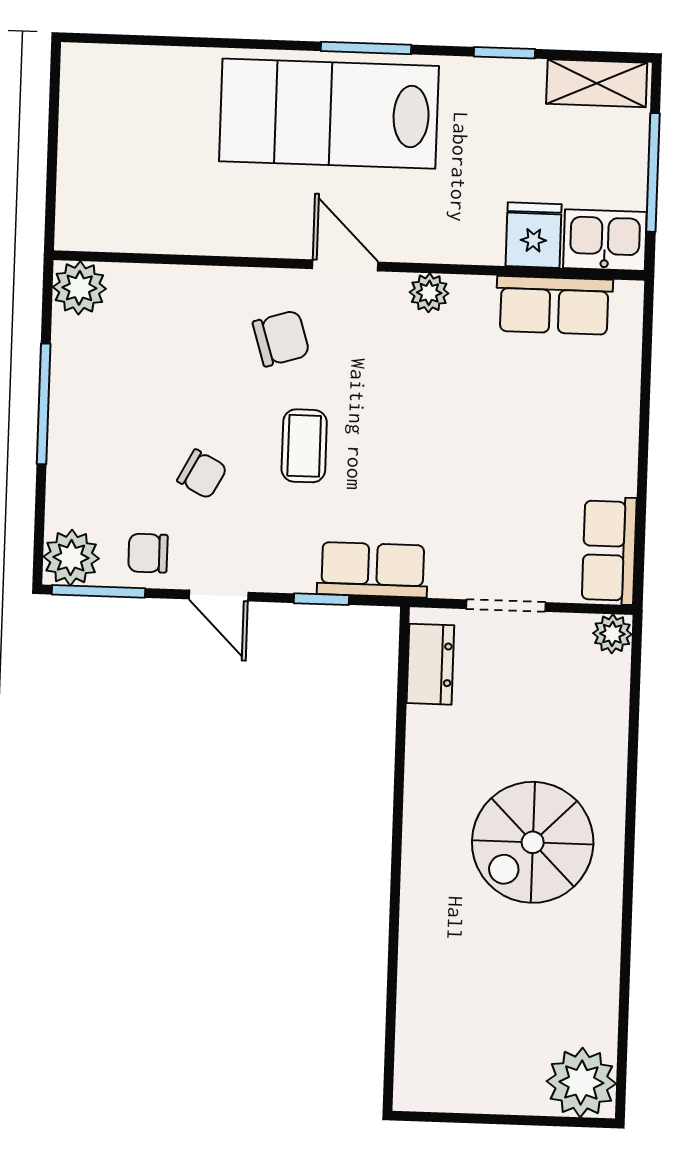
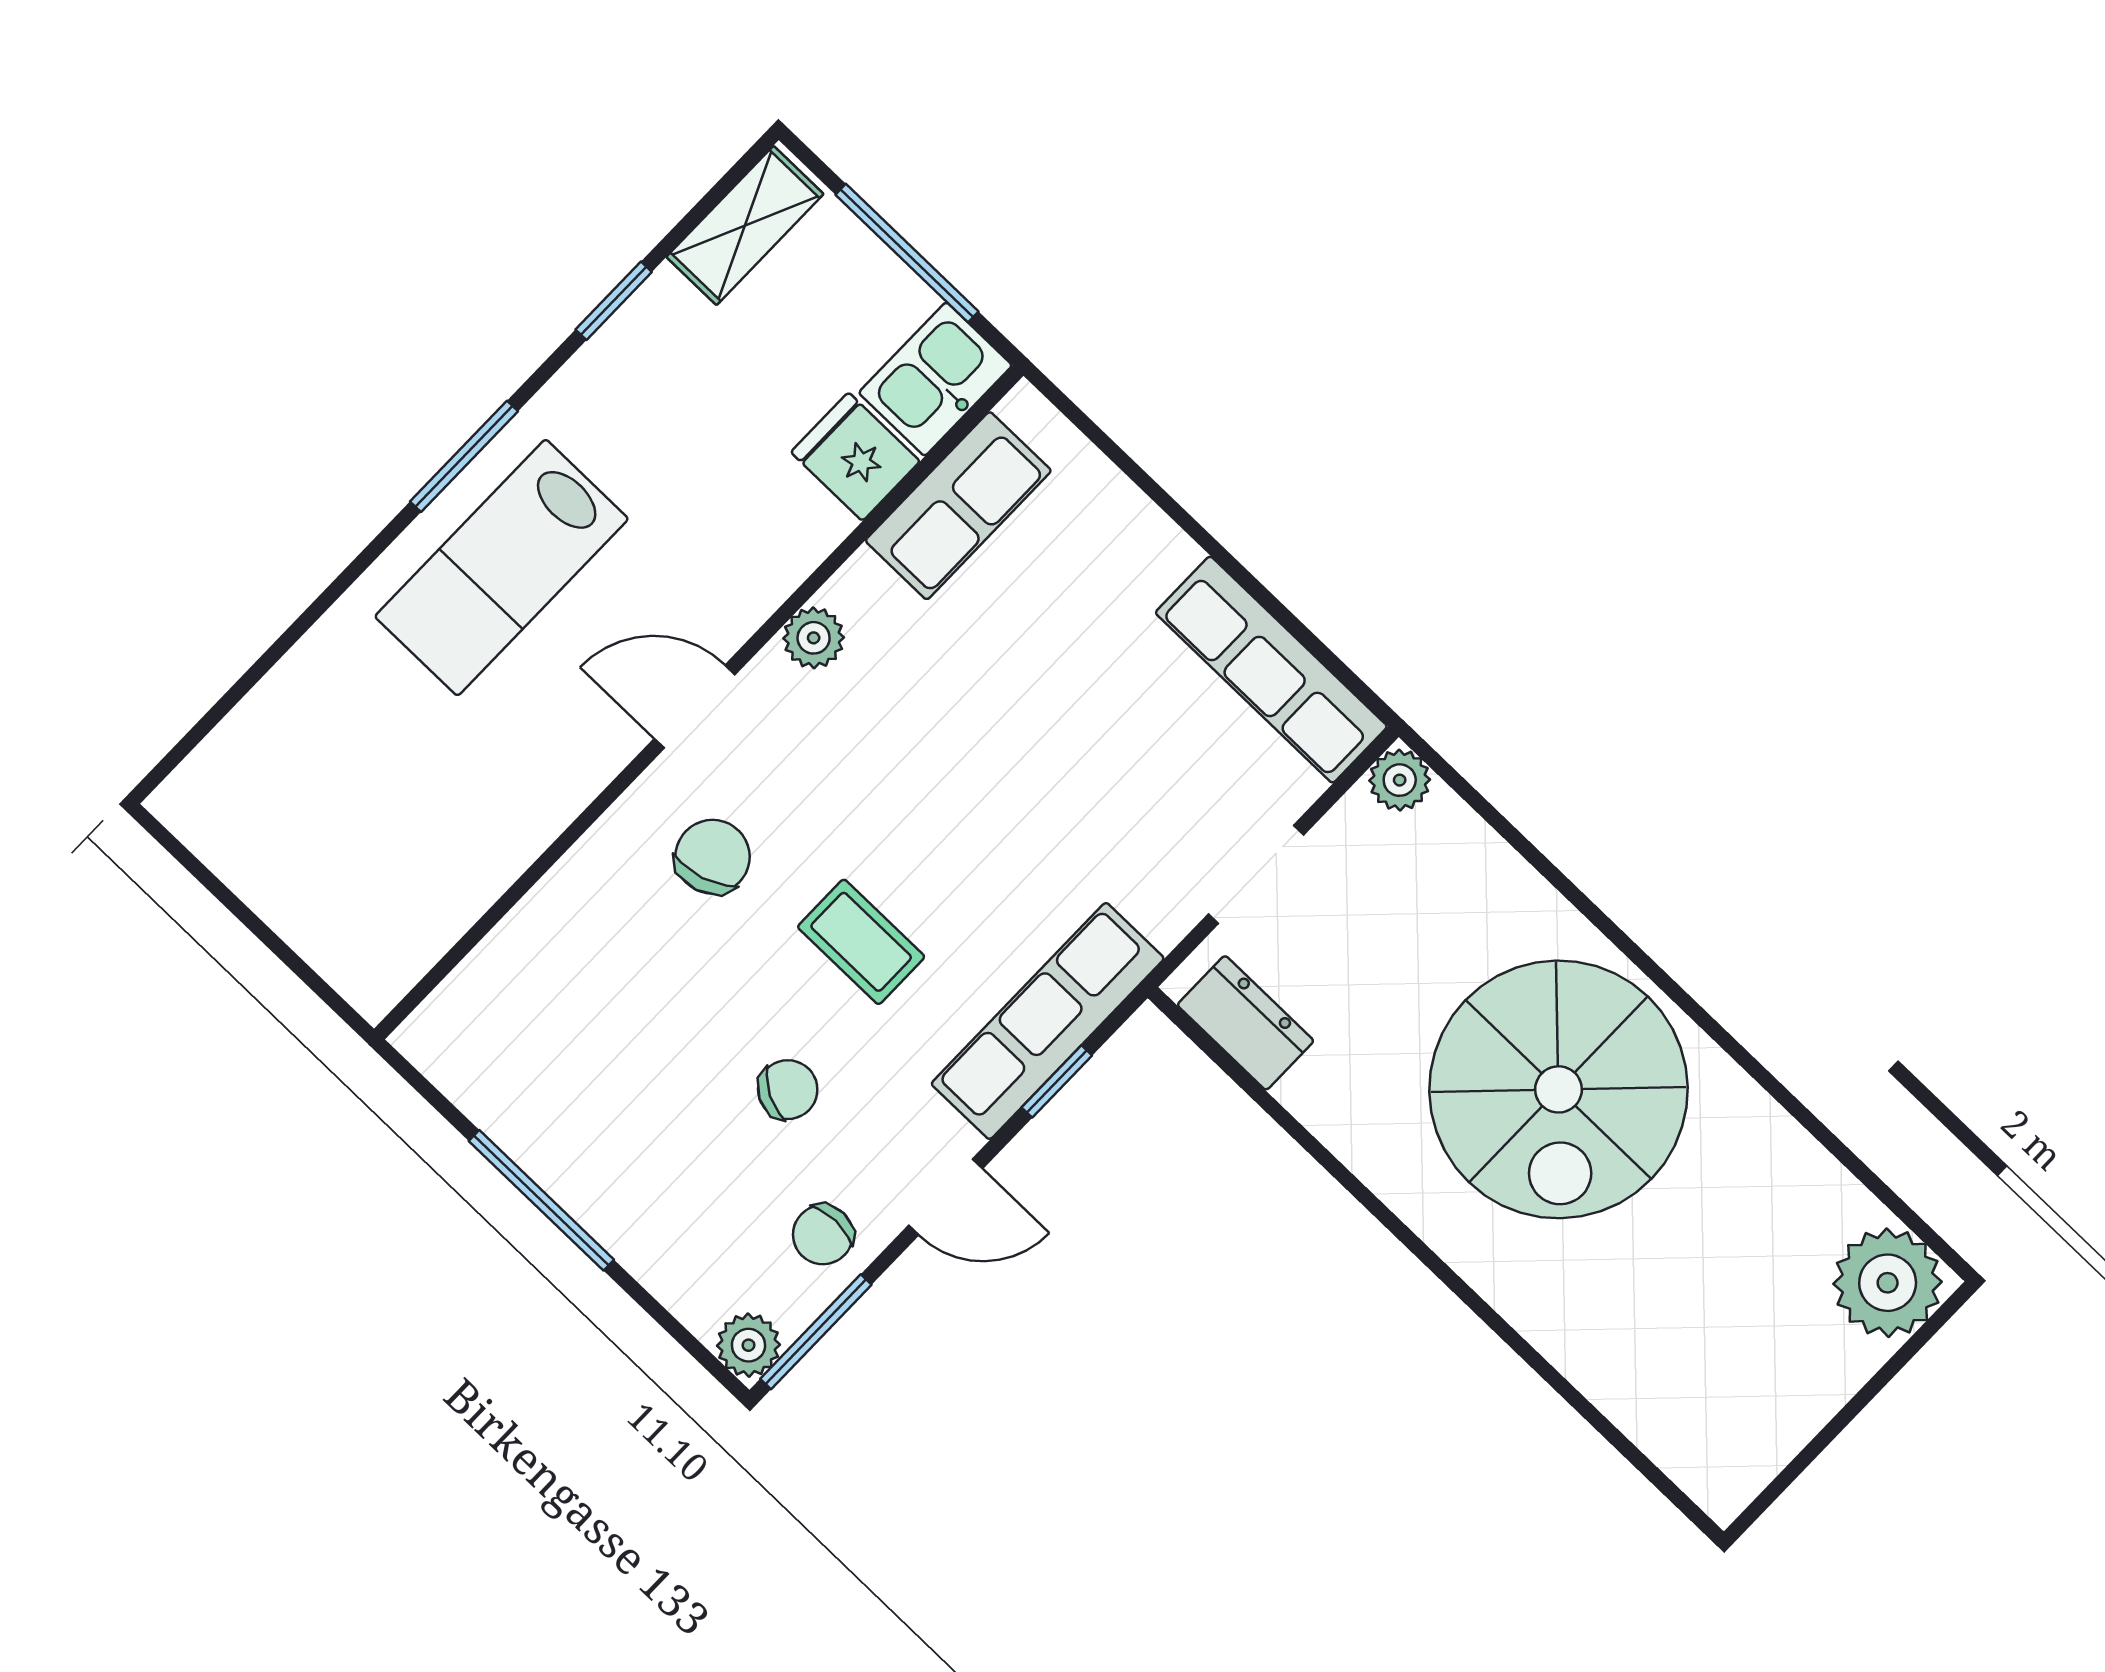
lab bench: (329, 114) -> (502, 568), width x0.73, depth x0.72
plant: (79, 288) -> (444, 1038), removed
row of seats: (609, 551) -> (1271, 670), width x1.48
plant: (71, 558) -> (748, 1345), width x0.73, depth x0.73
row of seats: (373, 570) -> (1048, 1021), width x1.48
spiral stairs: (533, 842) -> (1558, 1089), width x1.37, depth x1.37

